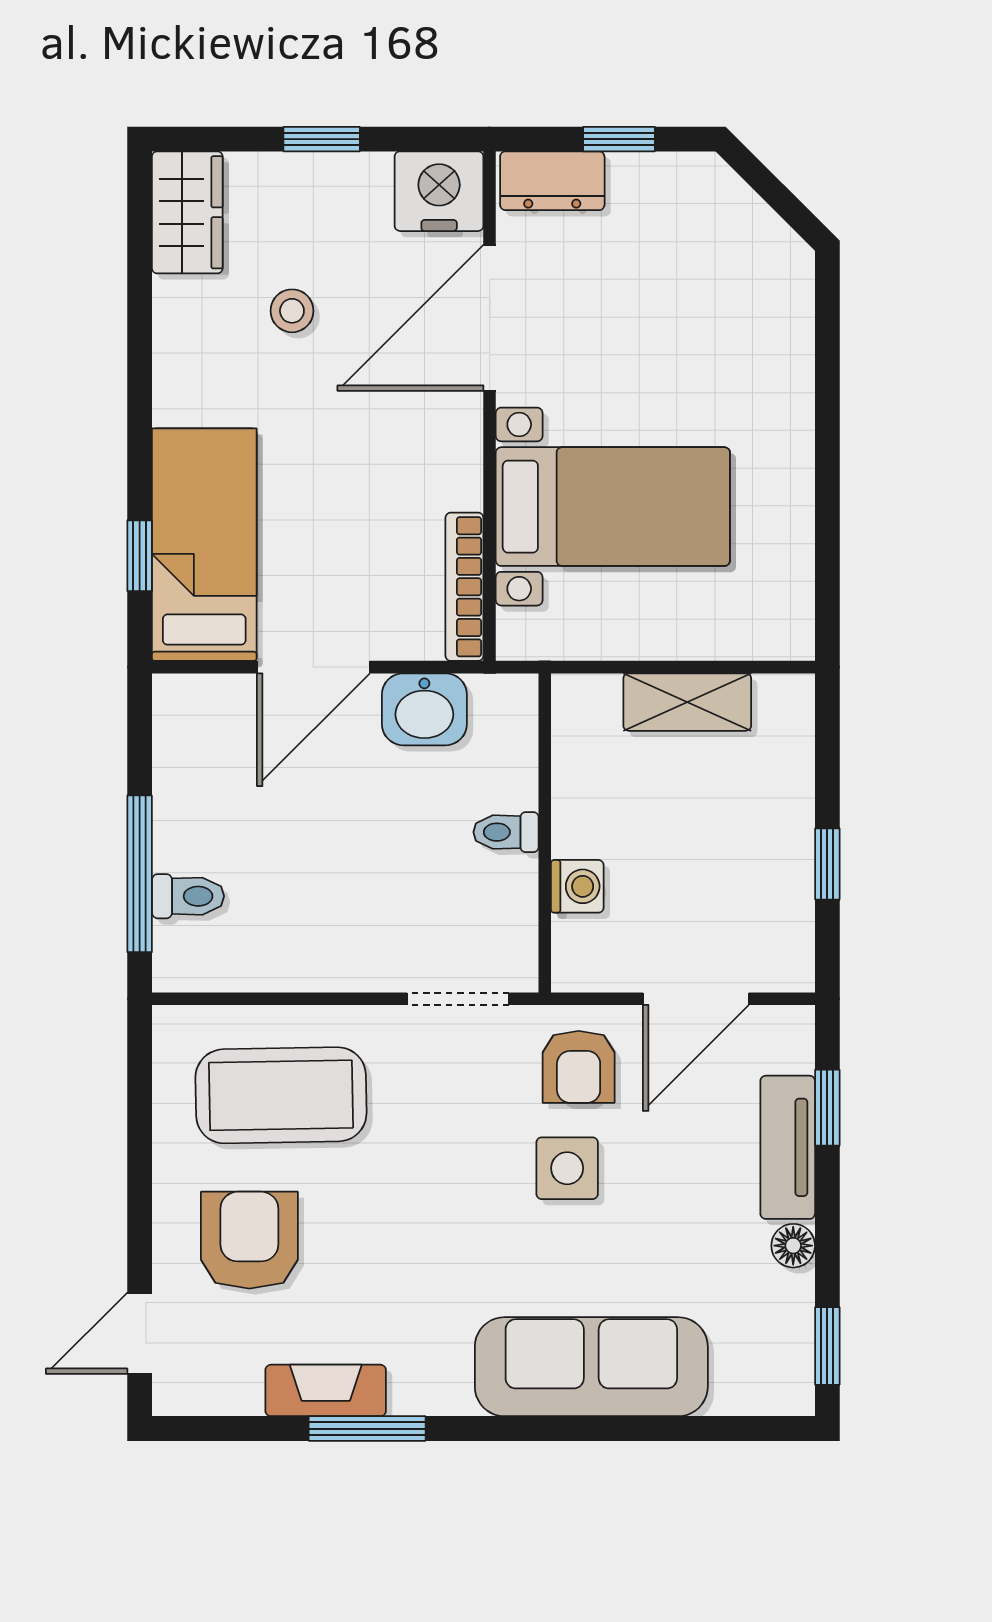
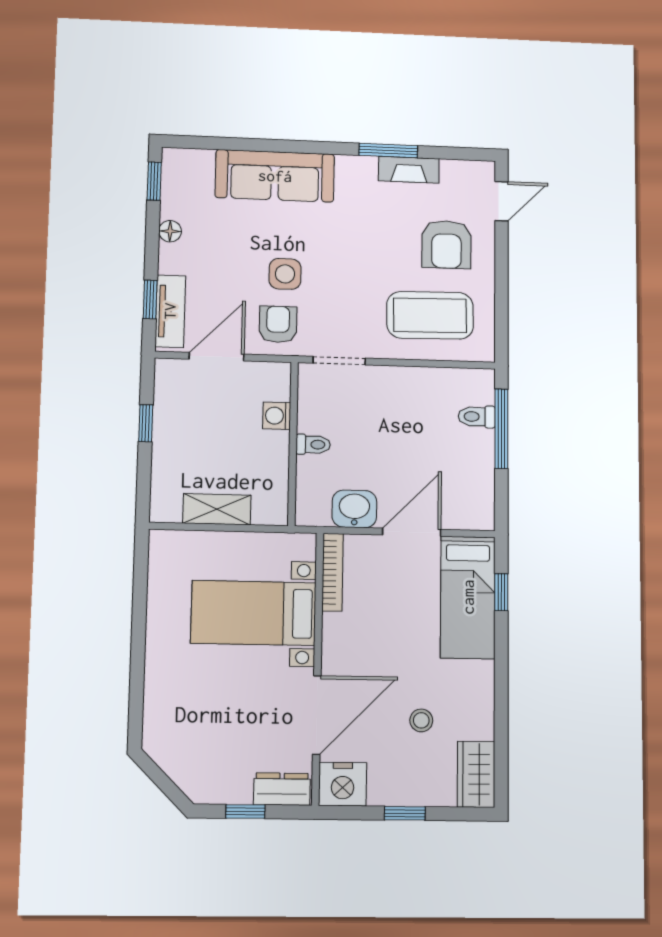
tv unit: (788, 1147) -> (170, 311), moved

